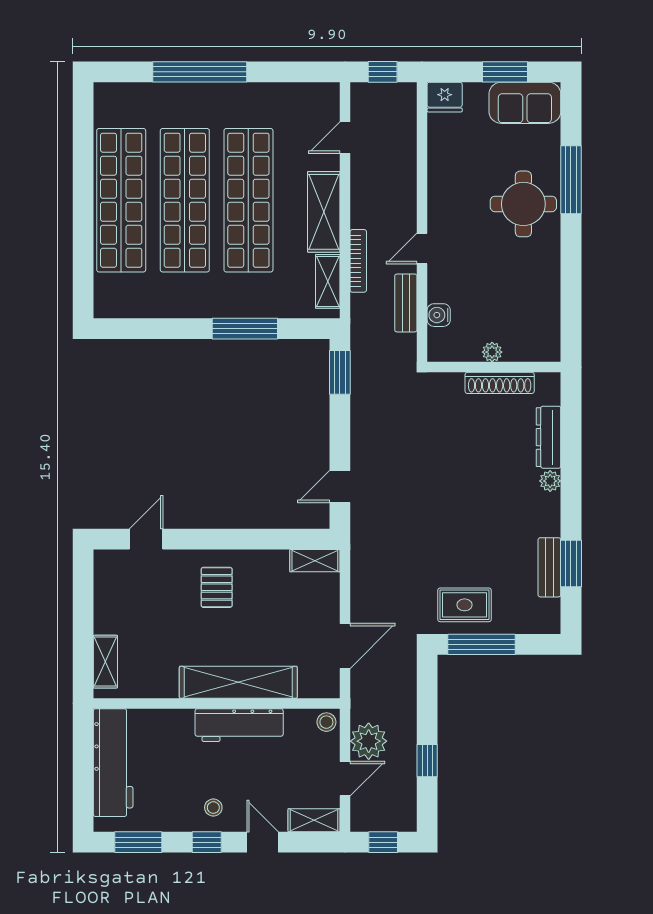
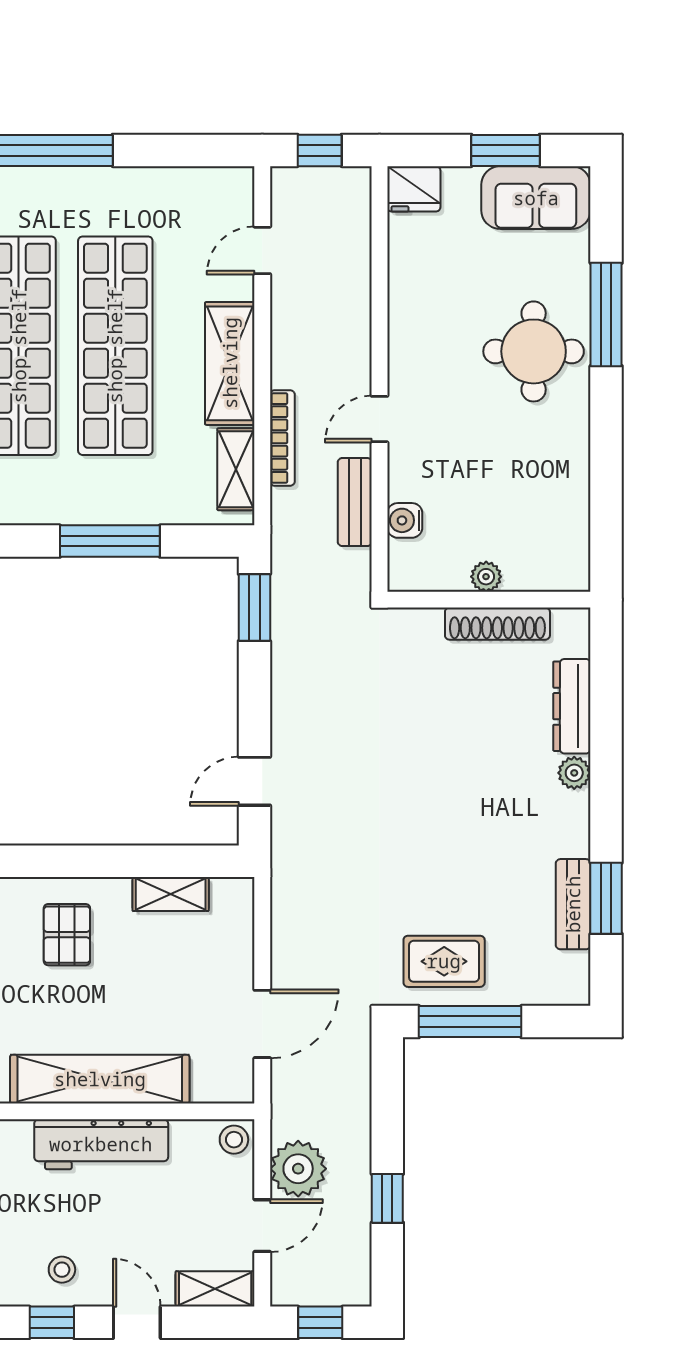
shelving: (315, 561) -> (171, 894), moved

